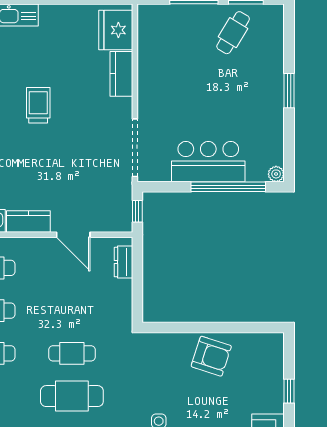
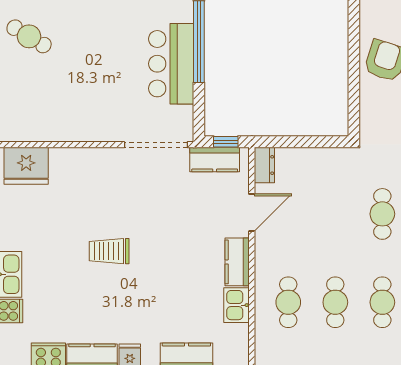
kitchen counter: (121, 74) -> (215, 160), moved
dresser: (123, 262) -> (264, 165), moved, turned -90

